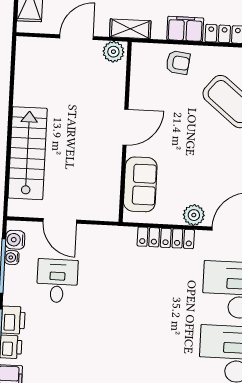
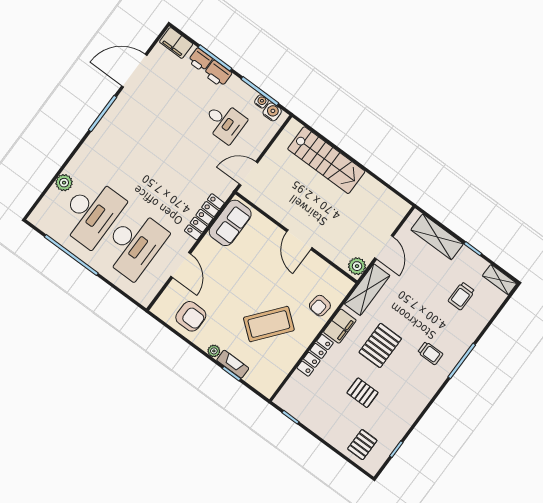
shelving: (130, 29) -> (367, 290), width x1.50, depth x1.33
sofa: (140, 184) -> (230, 223), moved, turned -90
plant: (194, 215) -> (207, 247), removed
door: (60, 221) -> (248, 173), moved

